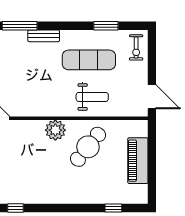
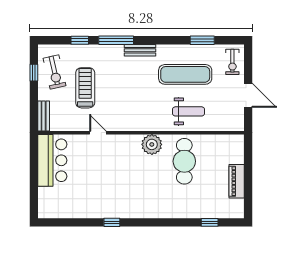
door: (152, 97) -> (248, 95), moved
cafe table: (88, 147) -> (184, 161), turned -39
piano: (138, 161) -> (237, 181), width x0.73, depth x0.75

